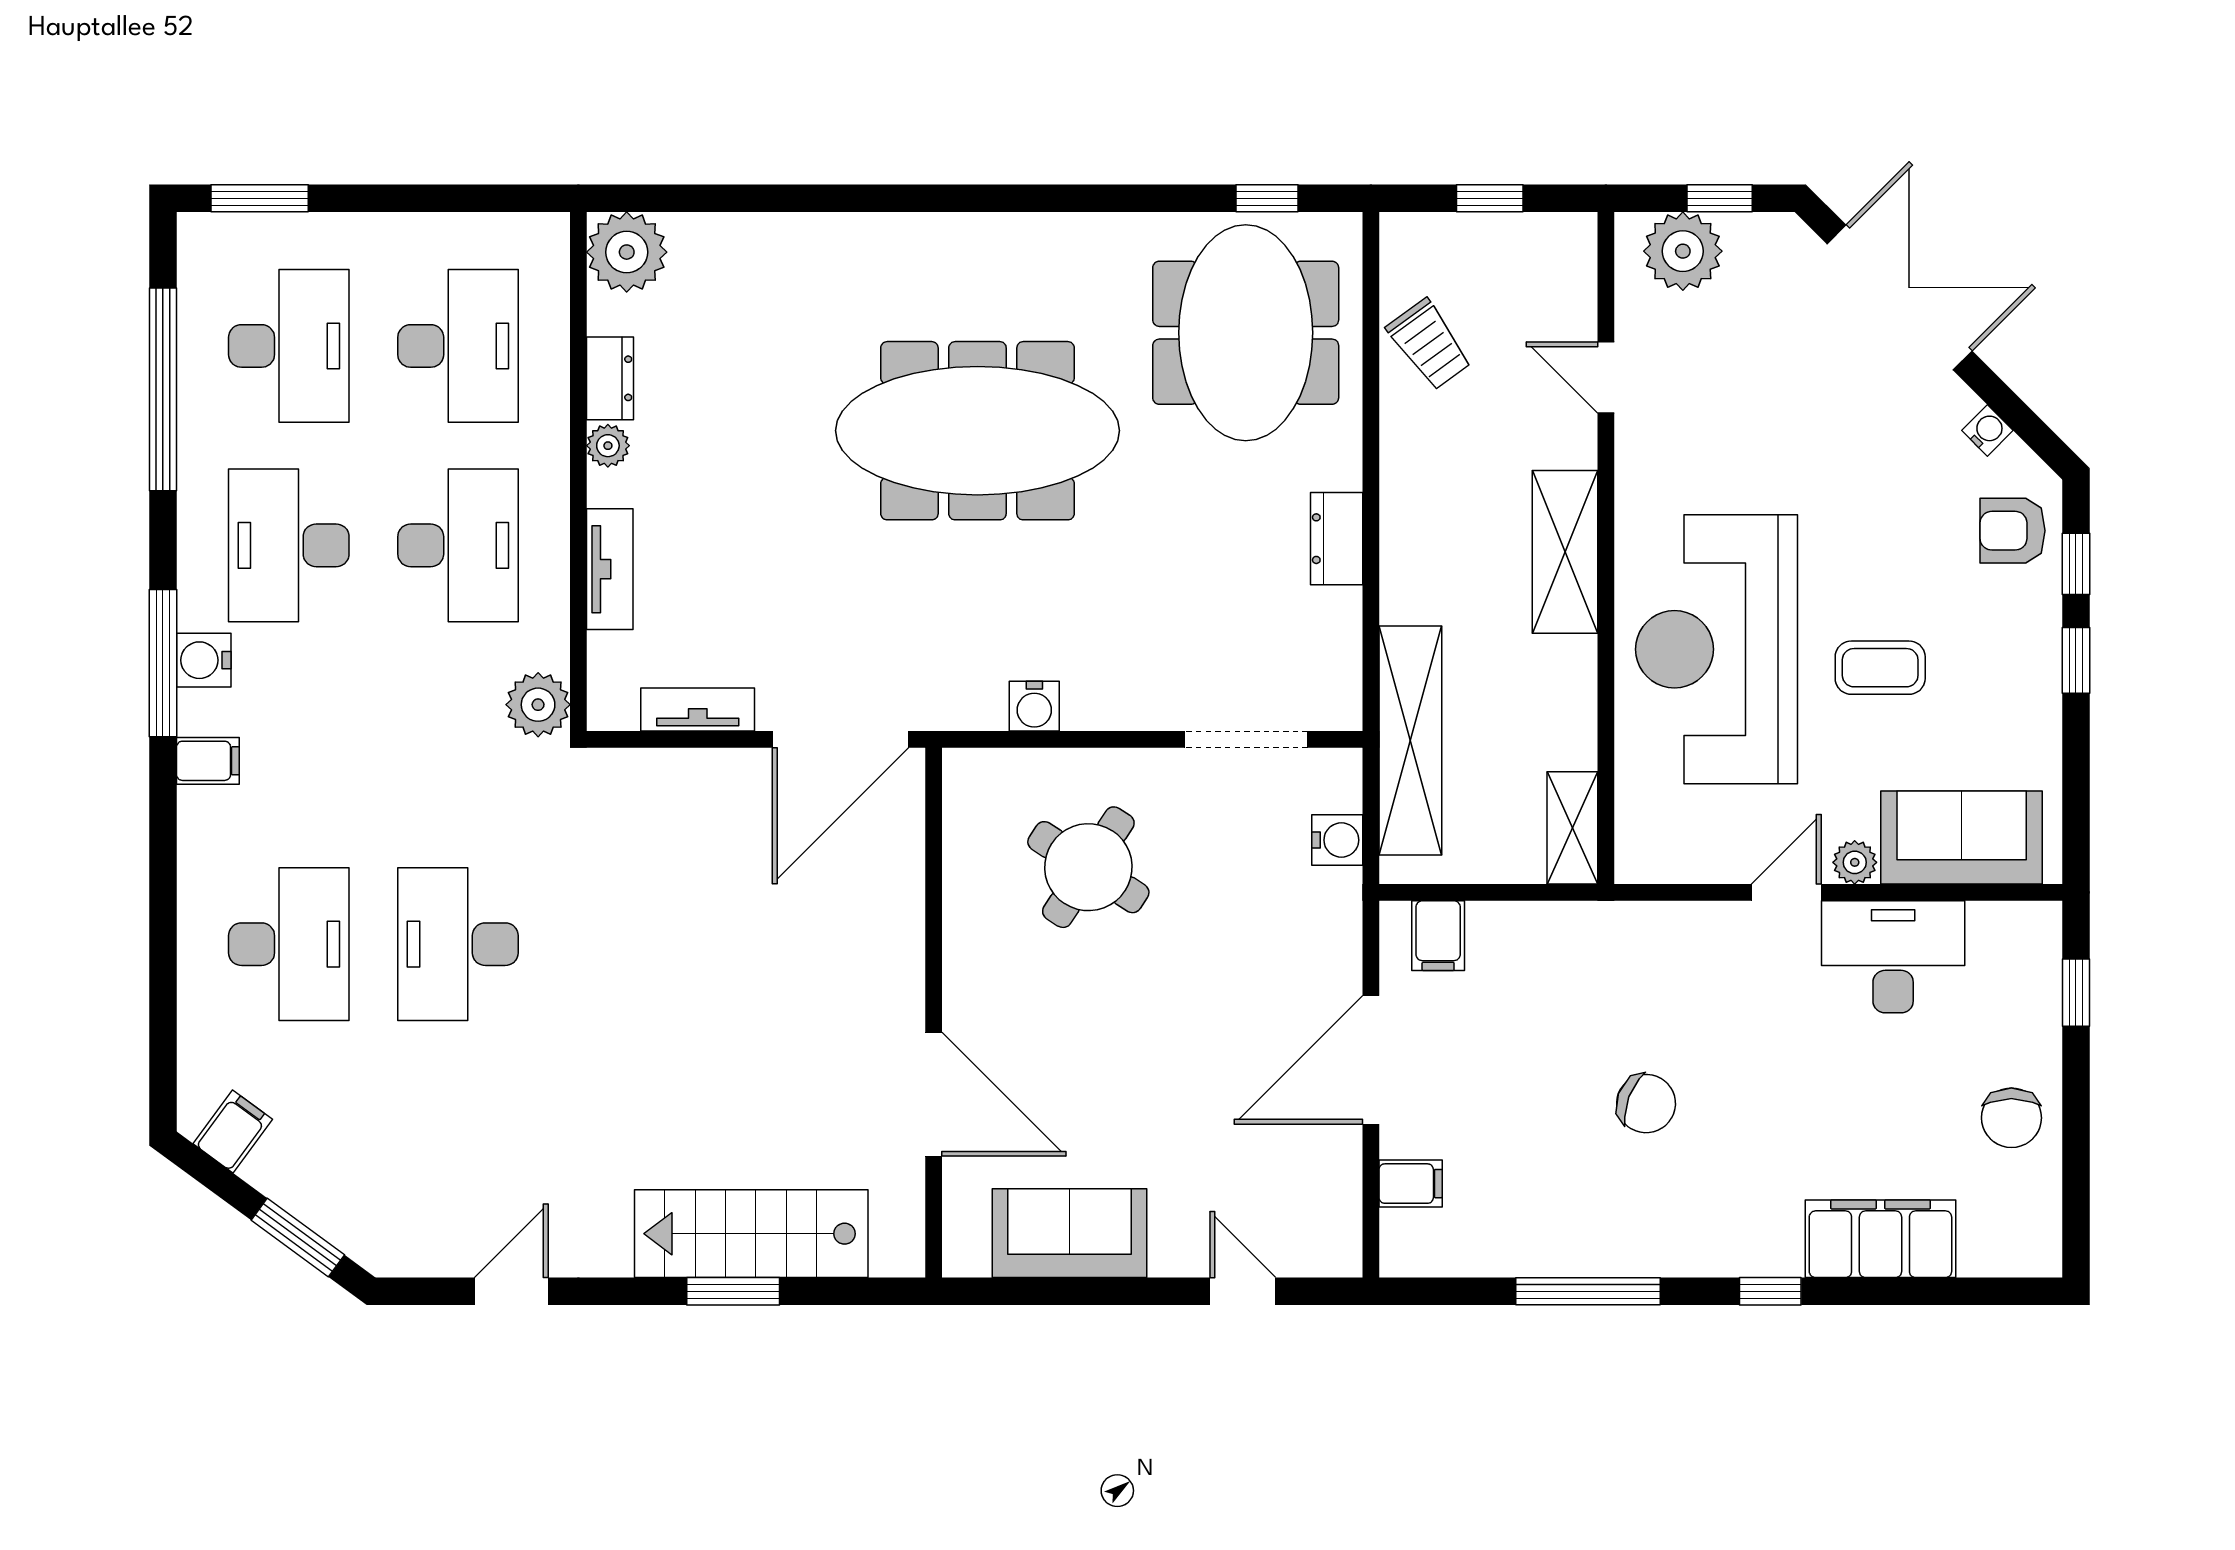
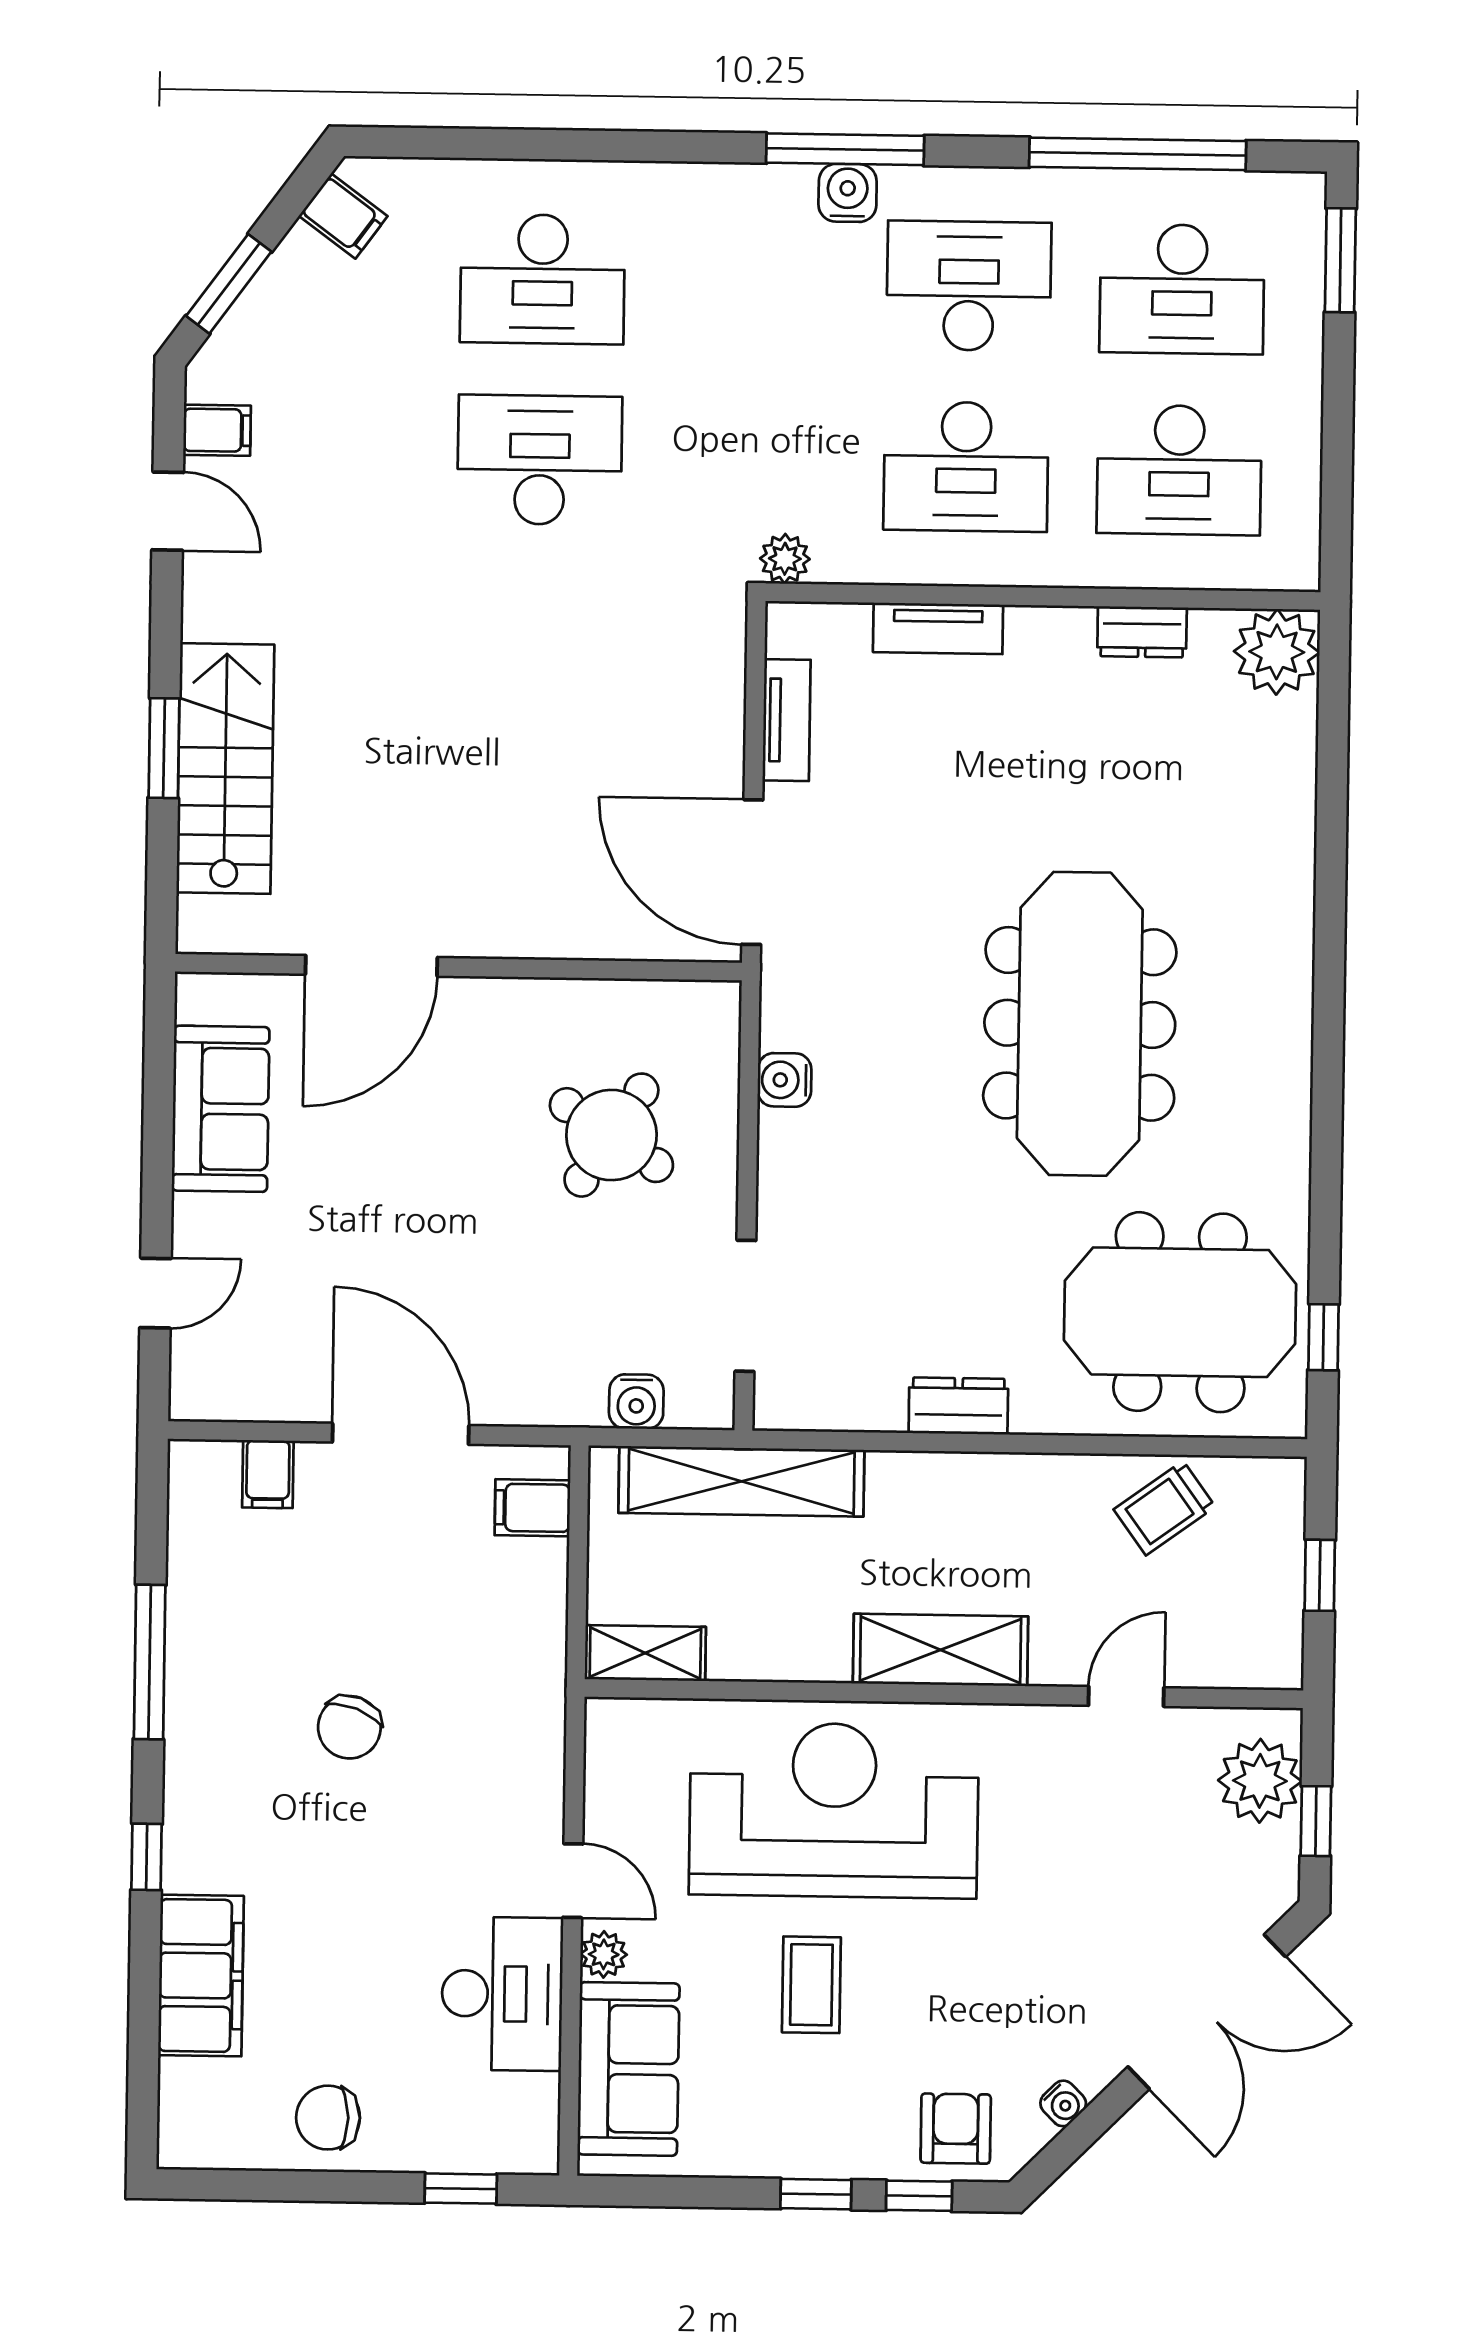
plant: (608, 446) -> (1070, 629), removed
plant: (538, 705) -> (785, 559), width x0.73, depth x0.73
filing cabinet: (208, 761) -> (217, 430), moved, turned -90

